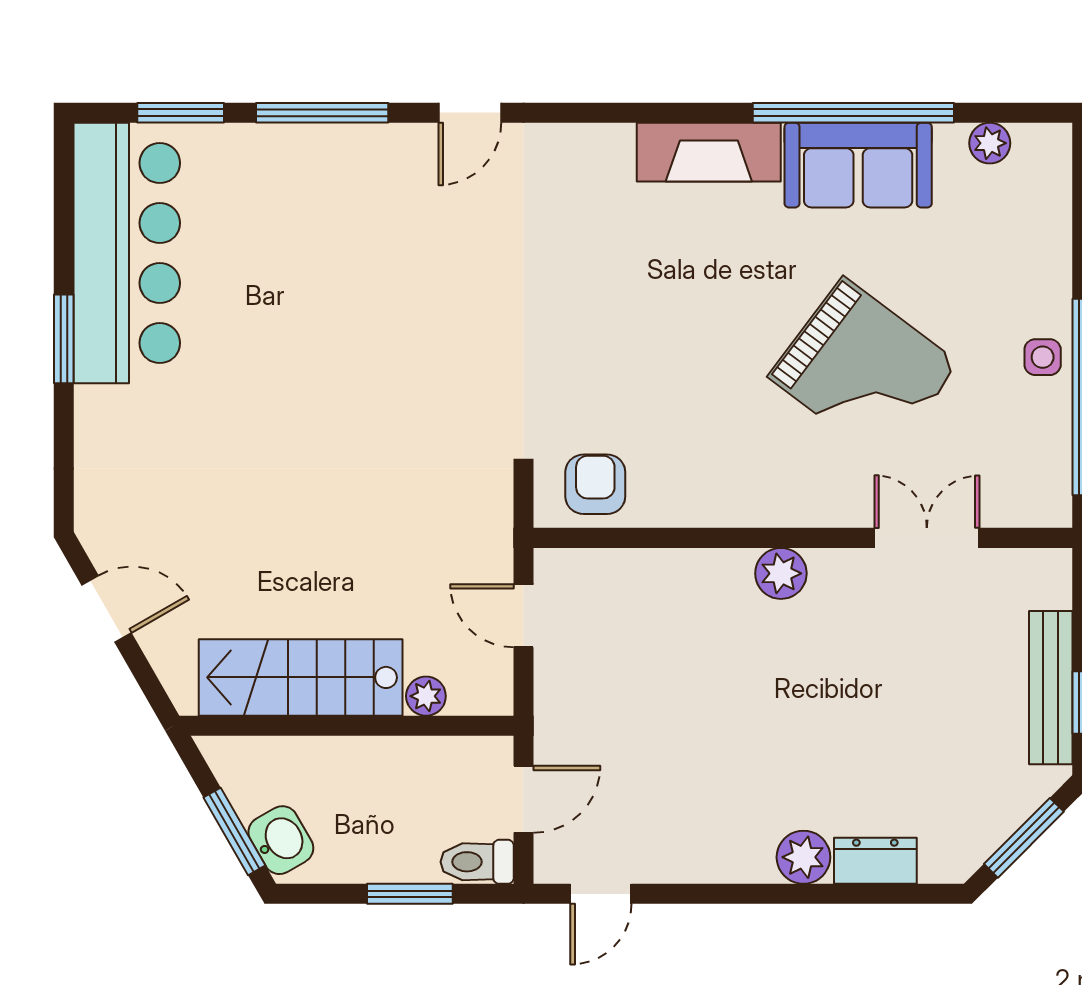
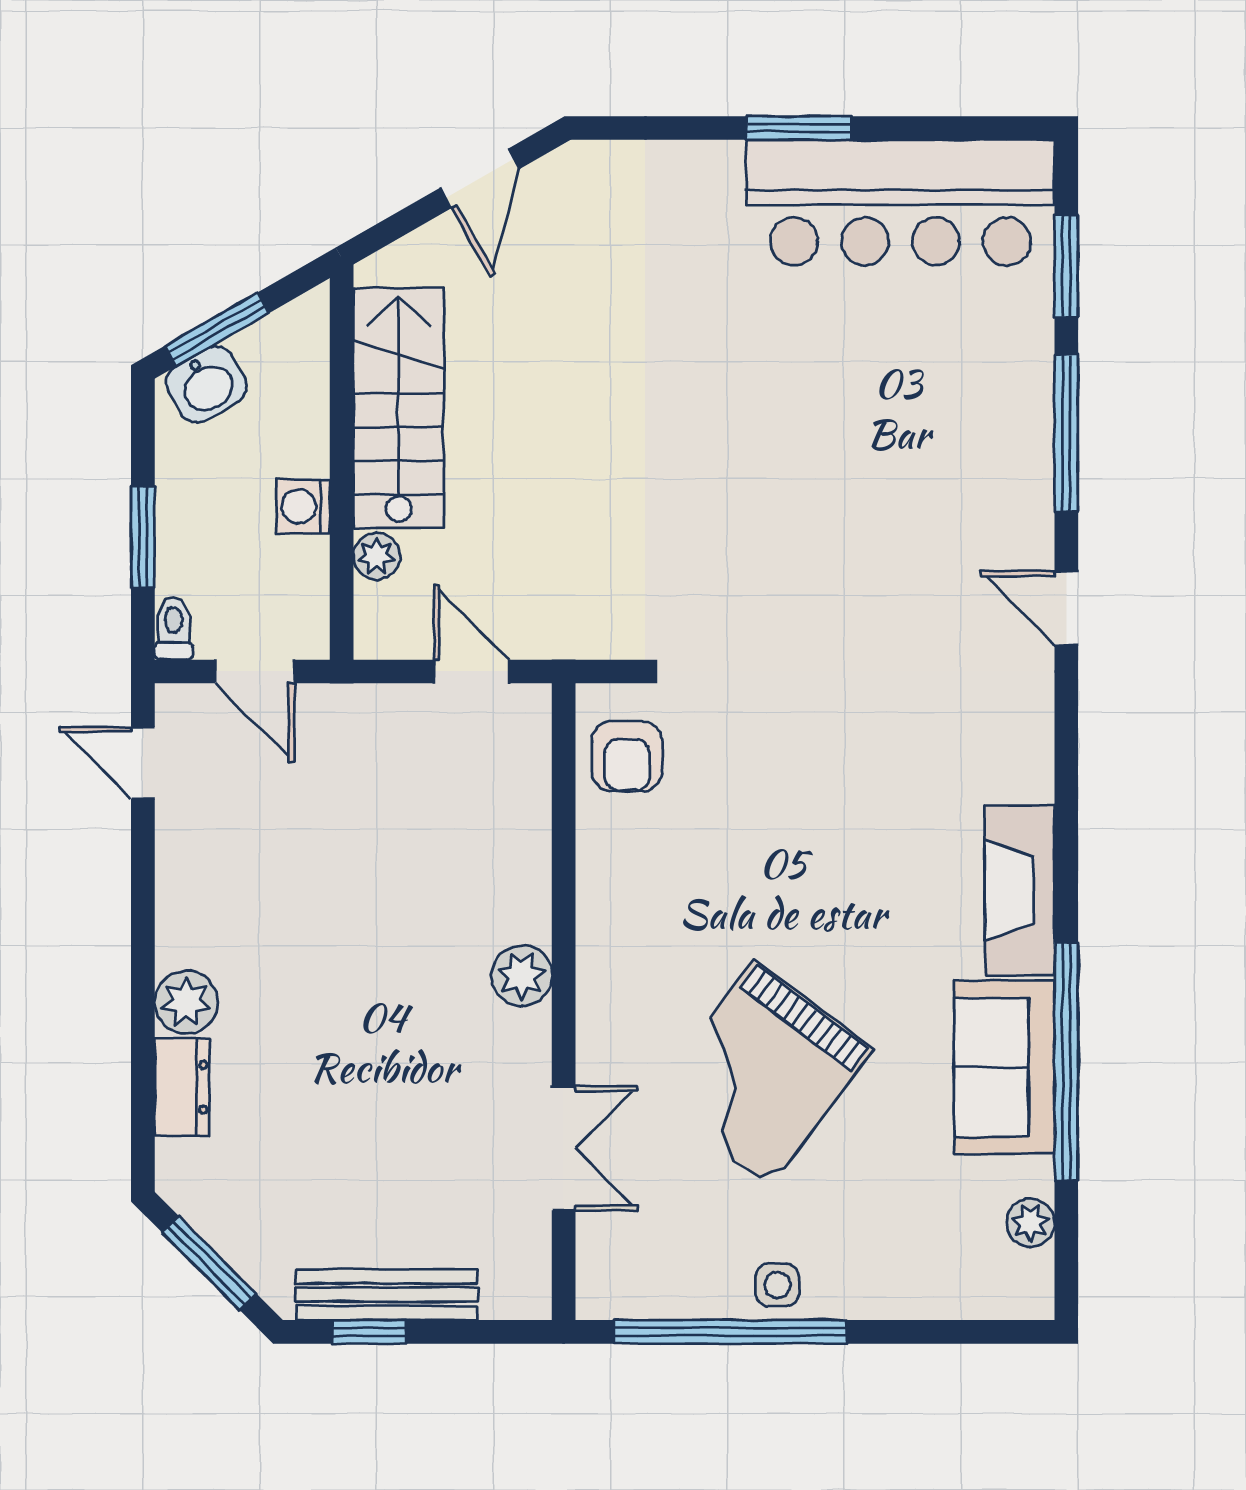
armchair: (595, 484) -> (627, 756), turned 90
door: (524, 616) -> (472, 671), hinge flipped
washing machine: (384, 758) -> (303, 506), added
toilet: (477, 862) -> (174, 629), width x0.73, depth x0.72

